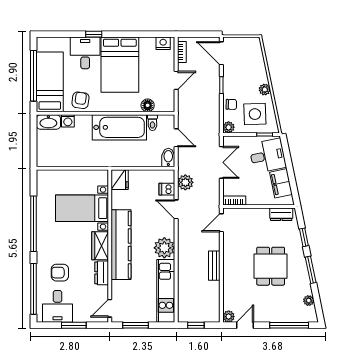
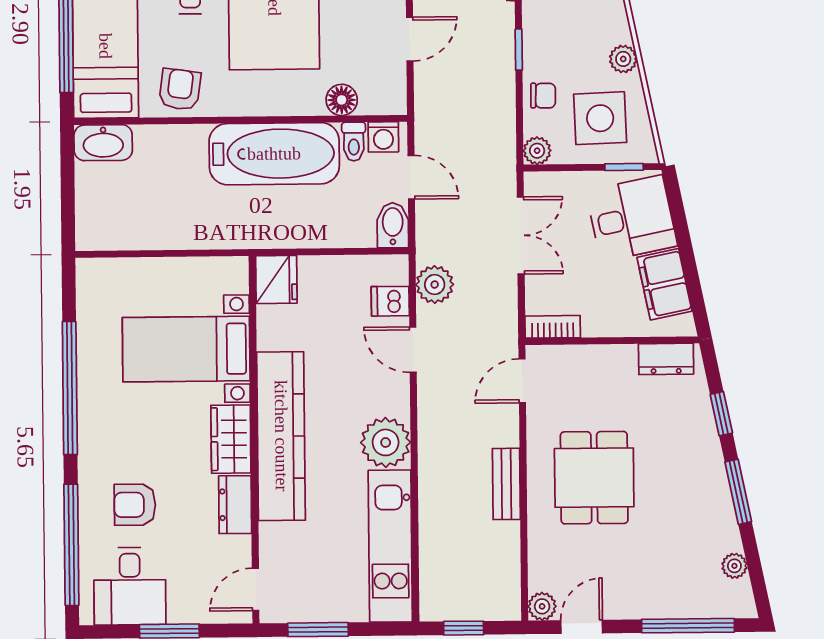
washing machine: (68, 121) -> (383, 137), moved
dining table: (271, 266) -> (594, 478), moved

